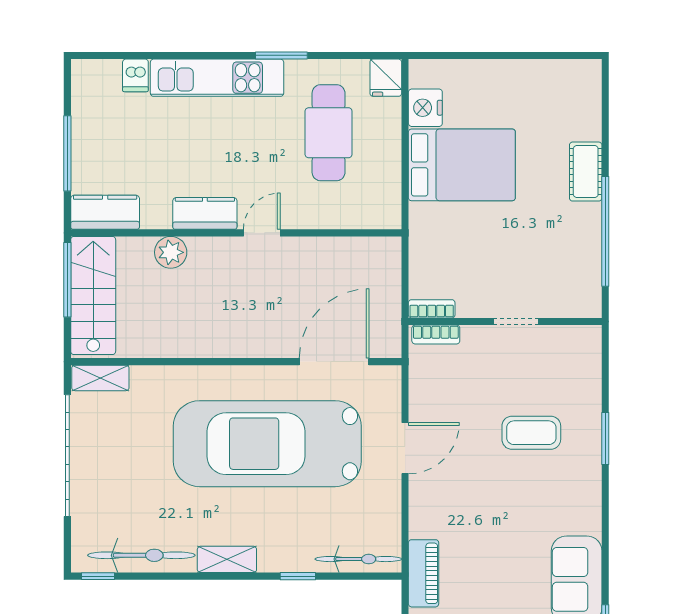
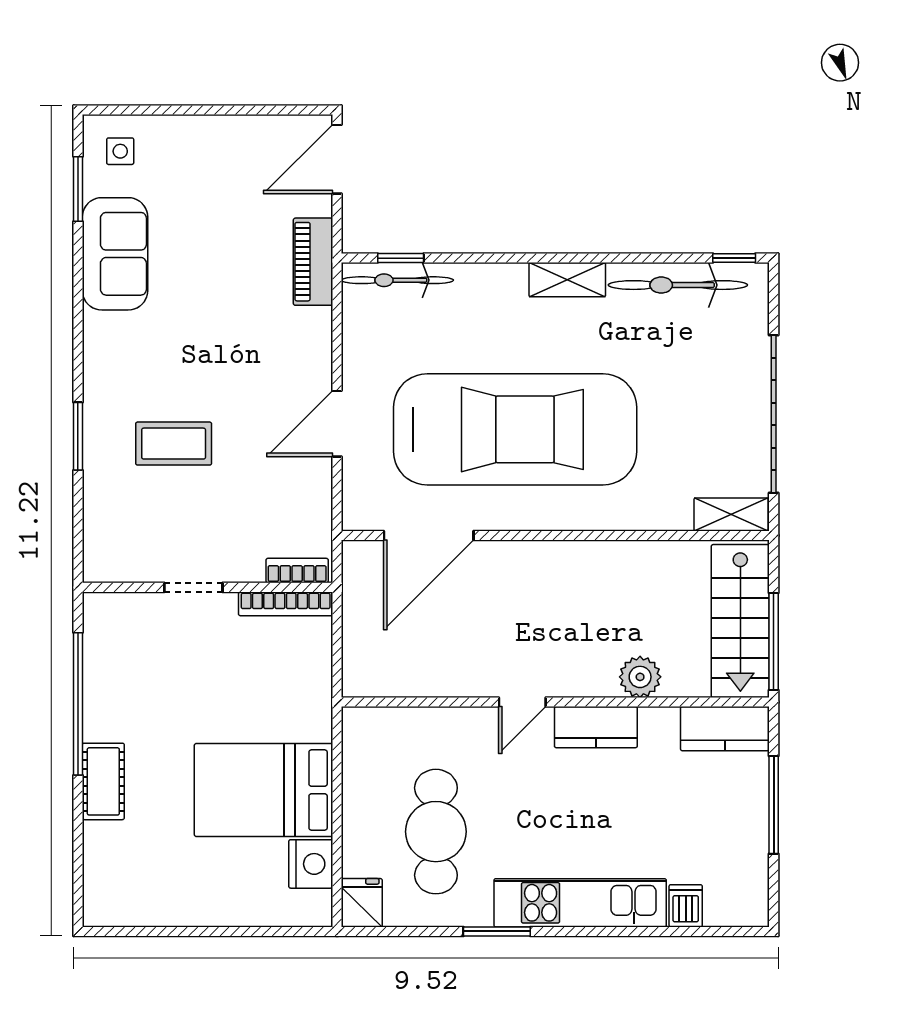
bookcase: (432, 309) -> (286, 604), width x1.56
window: (298, 576) -> (401, 258), moved

